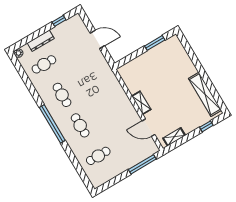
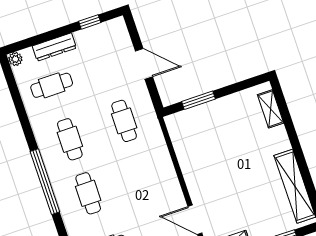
window: (155, 43) -> (199, 100), moved
cafe table: (93, 77) -> (124, 121), added
shelving: (141, 103) -> (271, 109), moved

